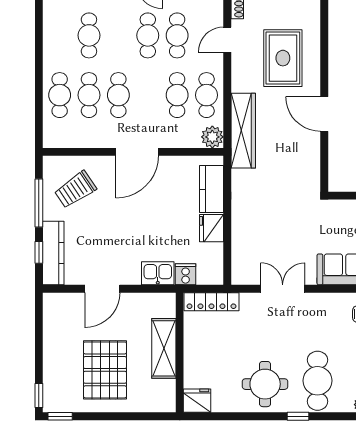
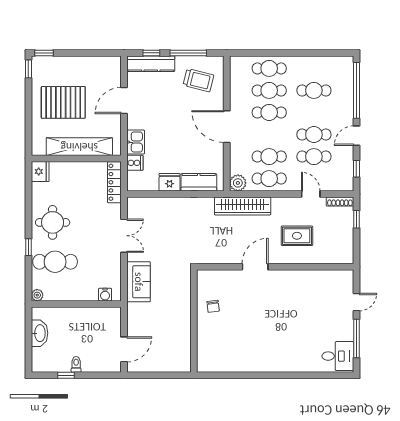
rug: (283, 58) -> (297, 236), width x0.73, depth x0.70
trolley: (75, 190) -> (198, 80), turned 138
door: (102, 289) -> (124, 101), hinge flipped
shelving: (164, 348) -> (79, 147), width x1.47

